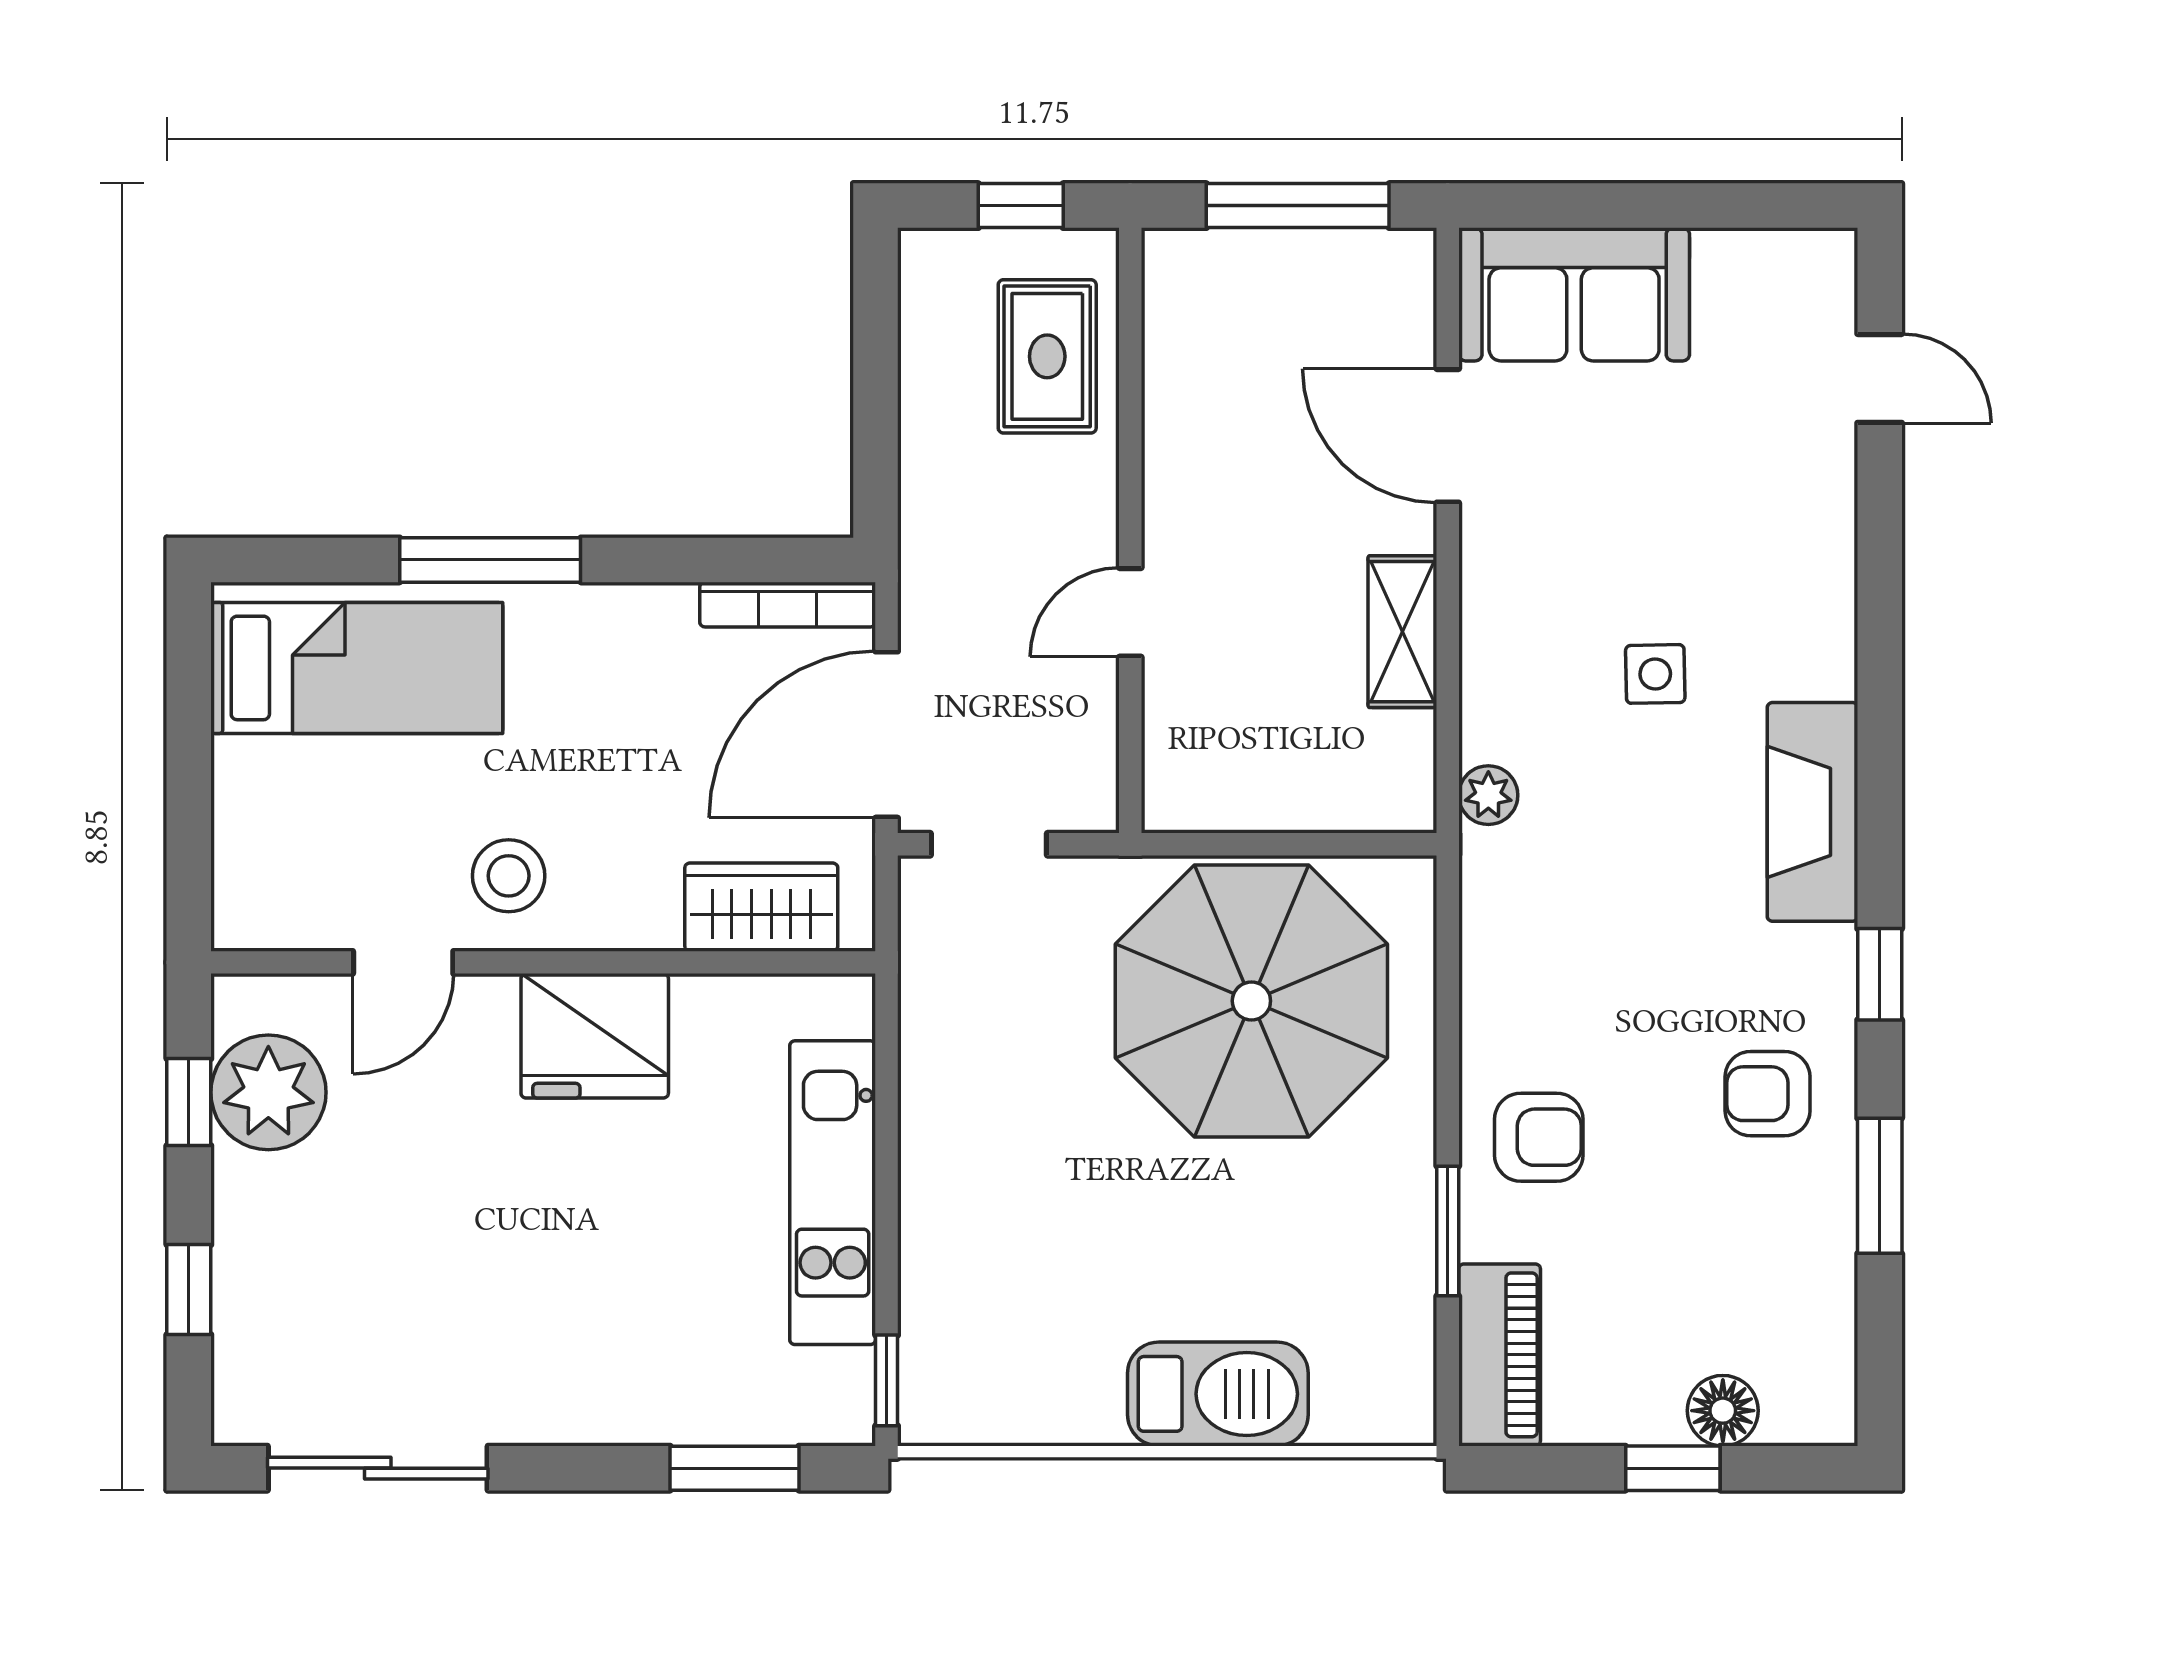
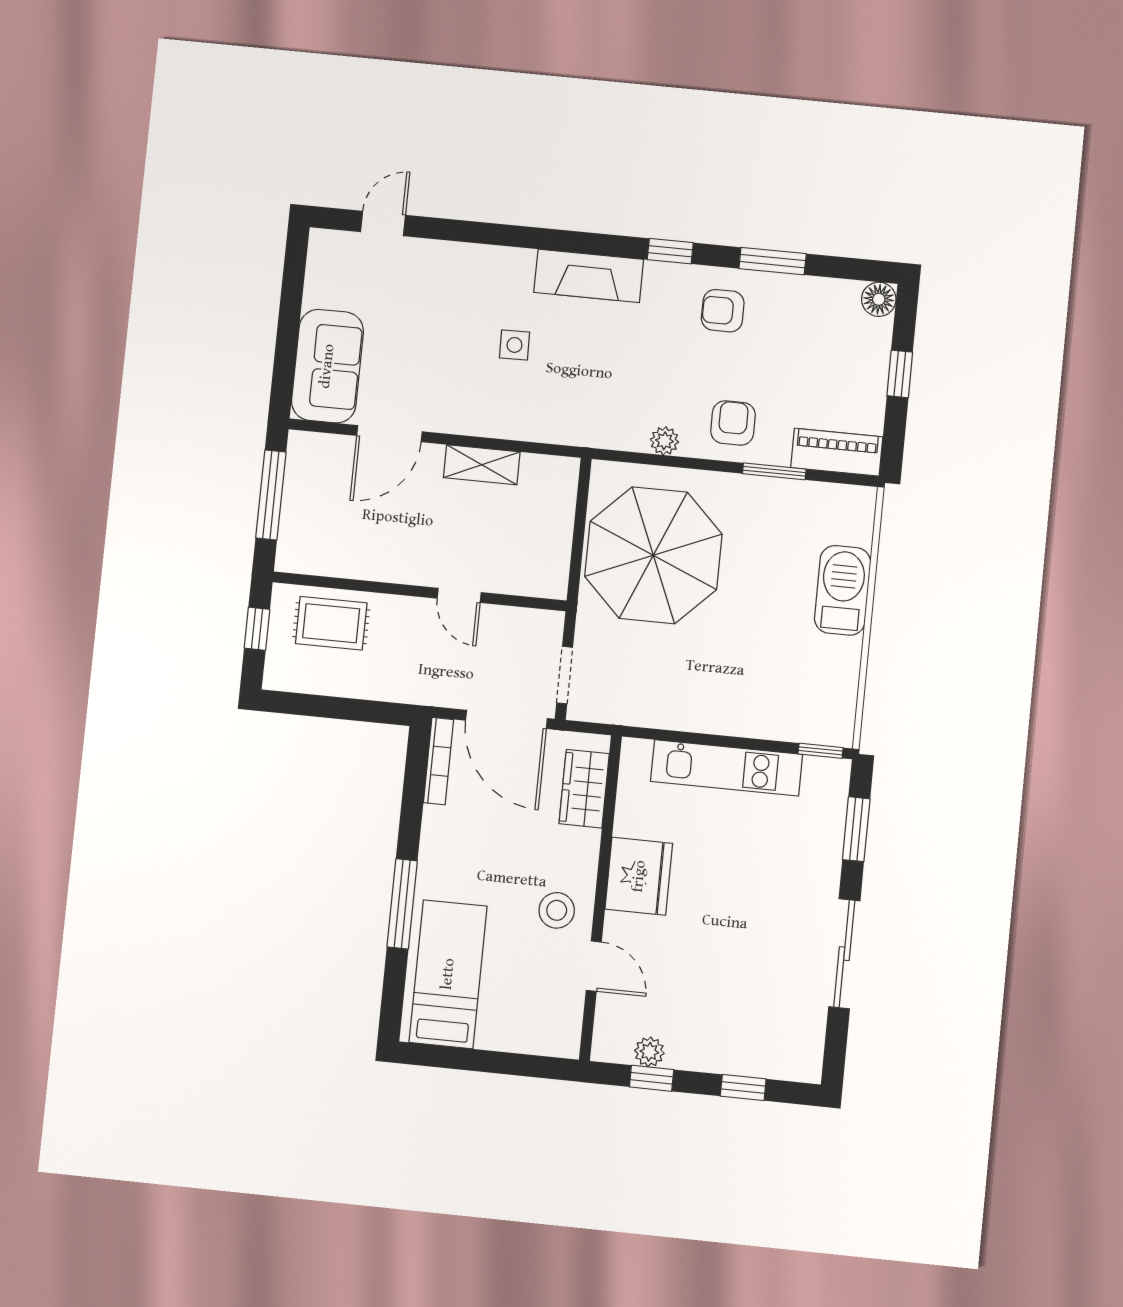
plant: (1488, 795) -> (664, 441), moved
plant: (268, 1092) -> (649, 1052), width x0.53, depth x0.53
armchair: (1768, 1094) -> (723, 311), turned 90
floor lamp: (1723, 1411) -> (879, 299), moved
sliding door: (378, 1468) -> (844, 954), moved

